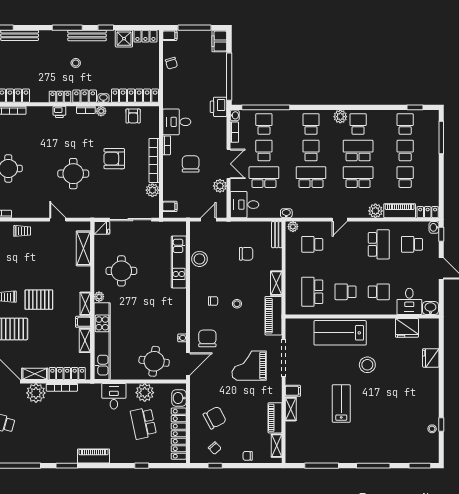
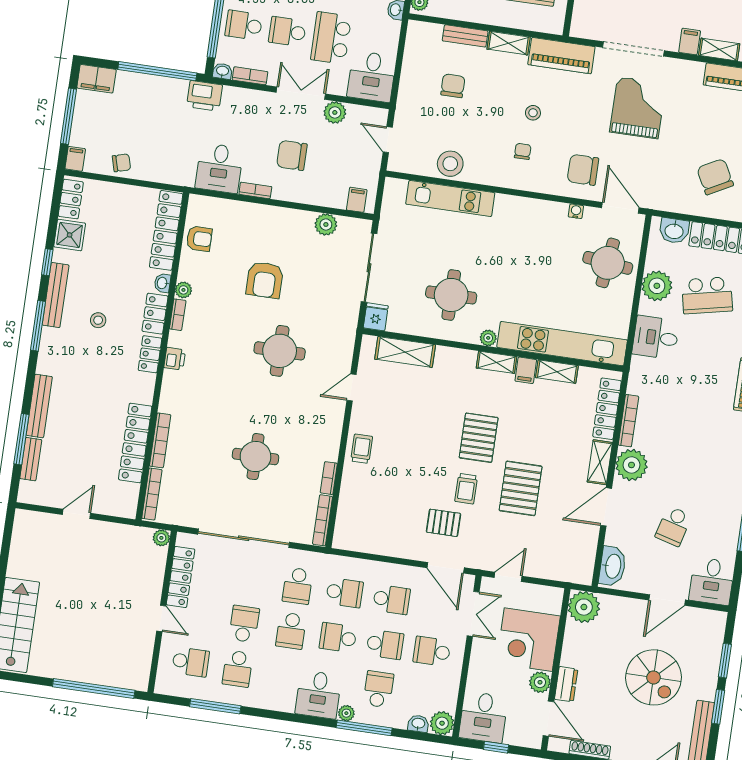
bookcase: (154, 160) -> (277, 215), removed
bench: (277, 235) -> (465, 36), moved
grand piano: (249, 366) -> (638, 108), turned 180

